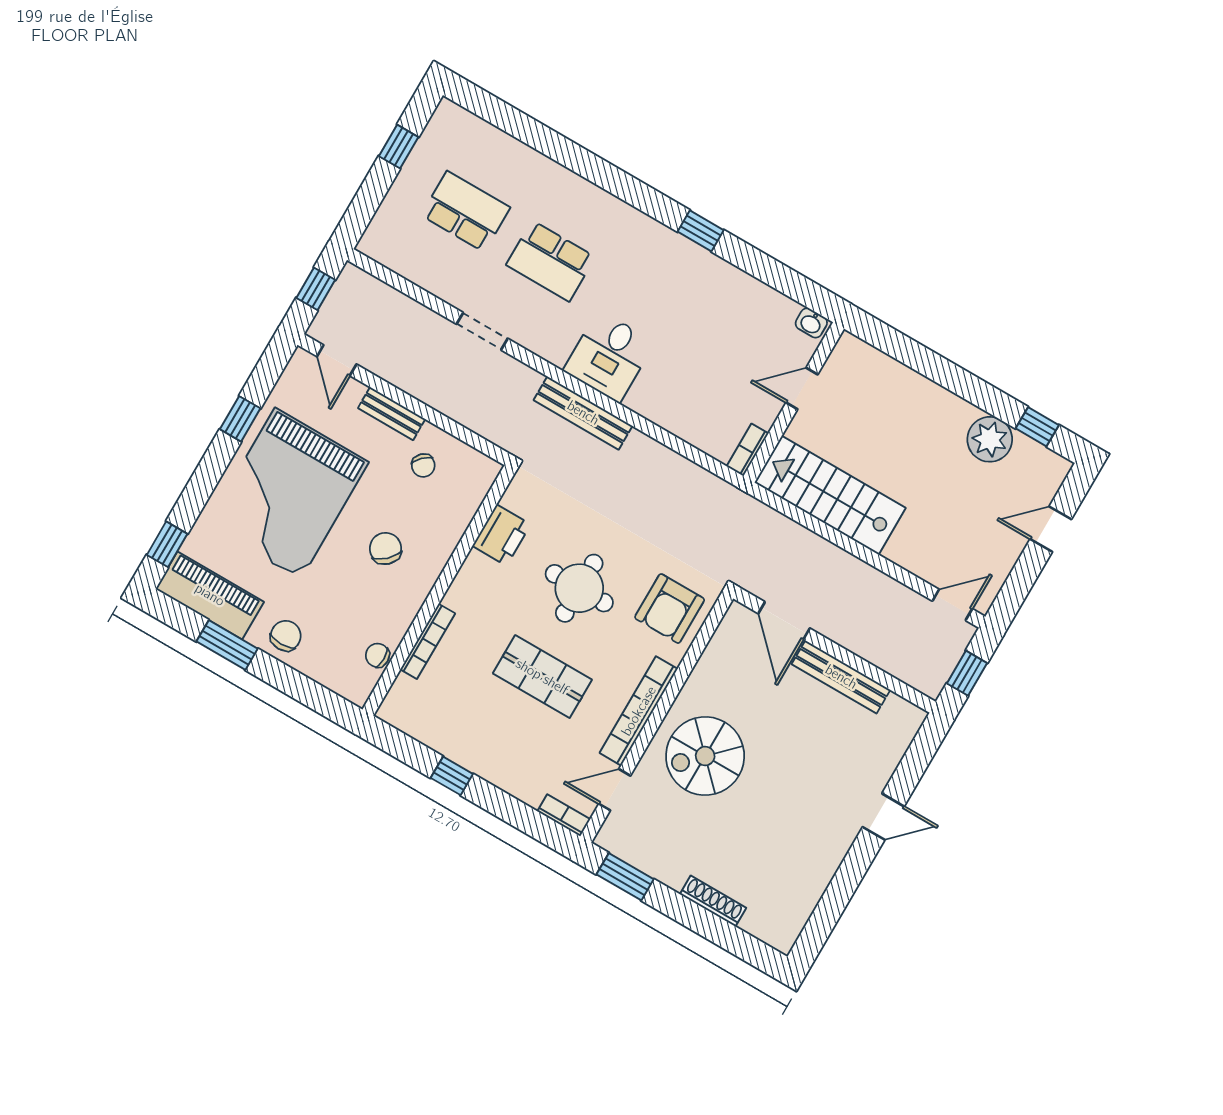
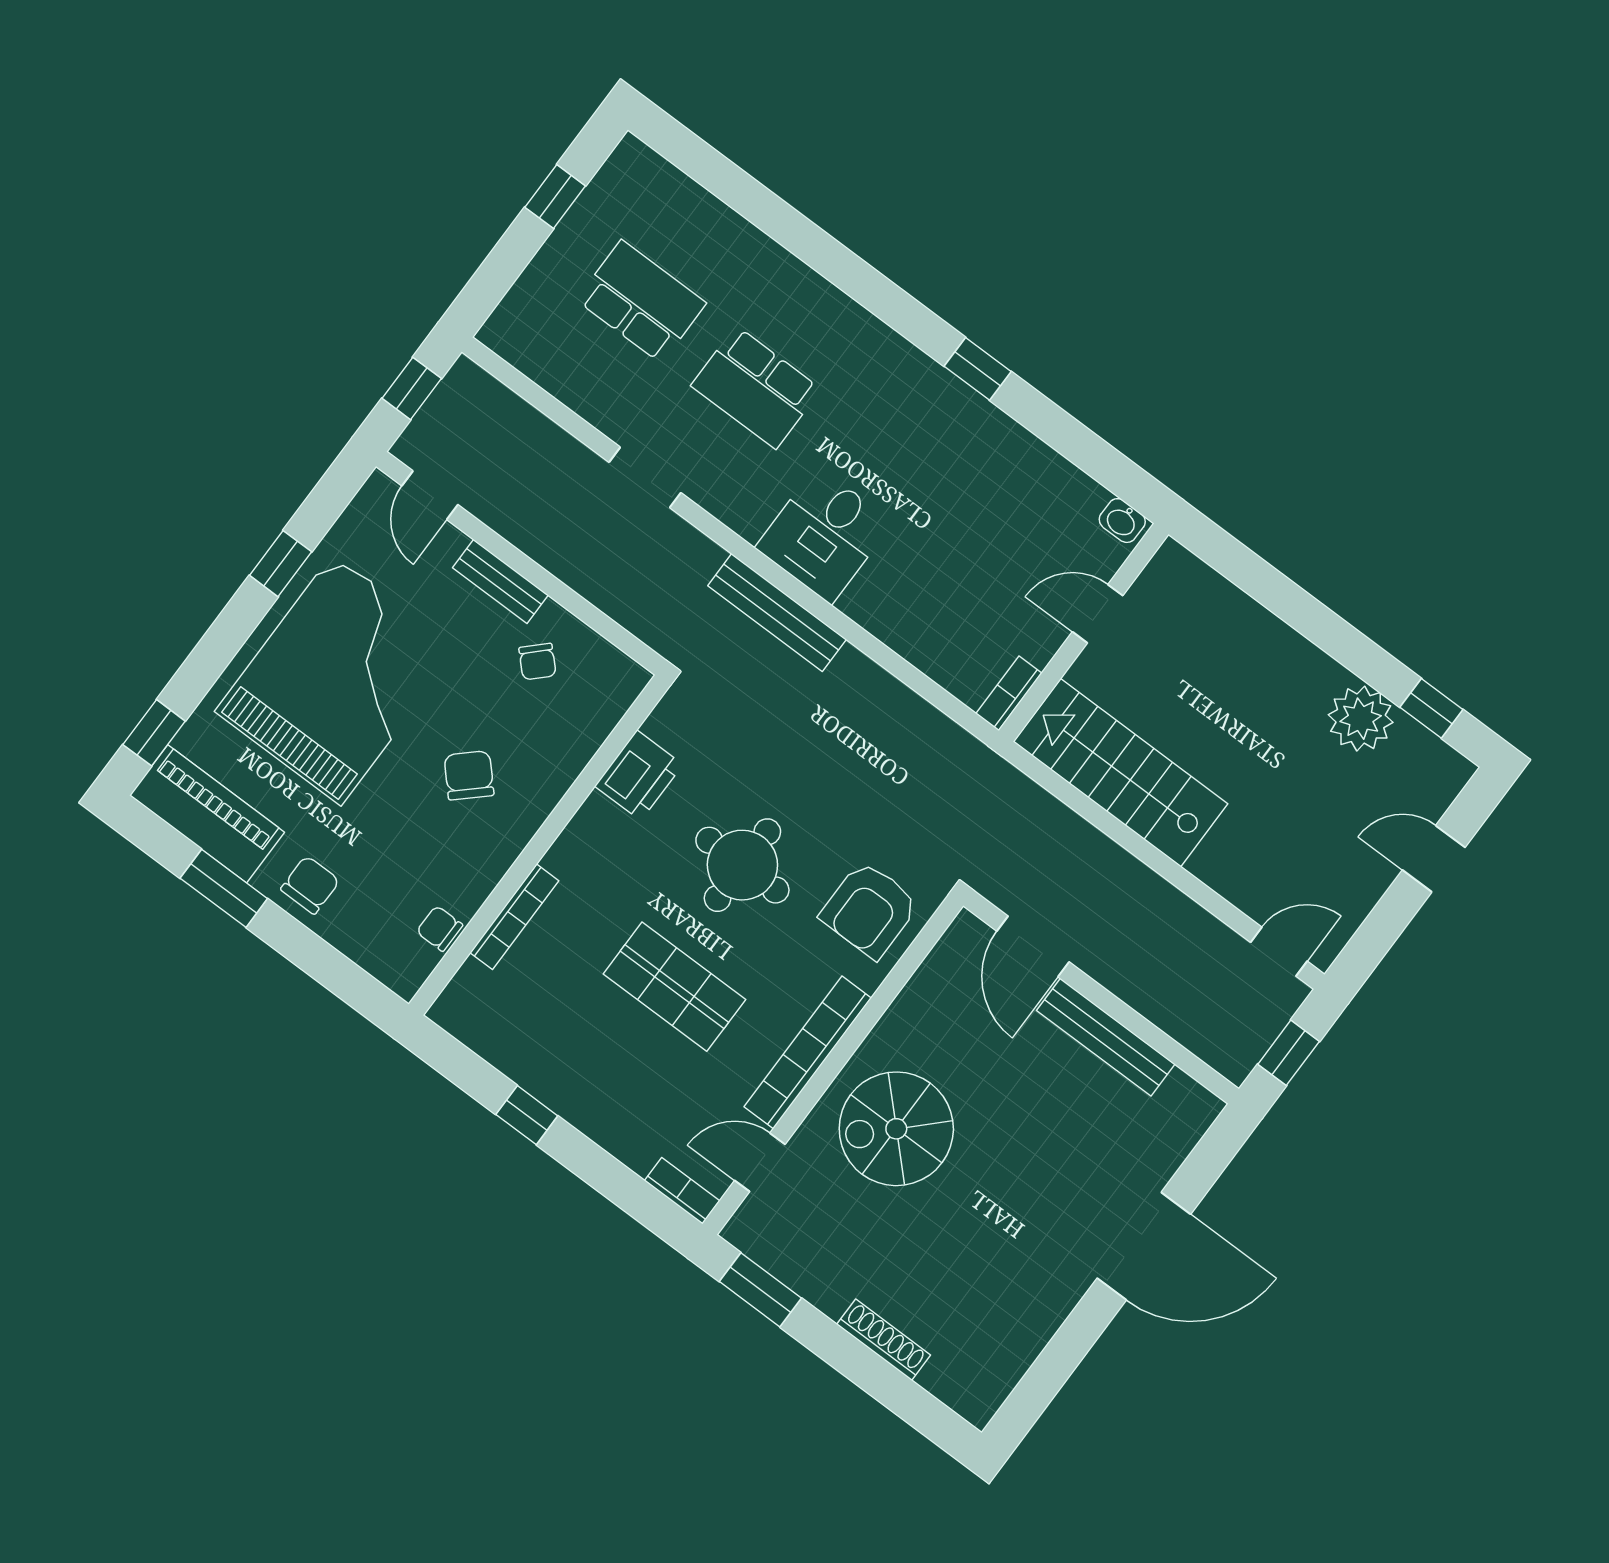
grand piano: (288, 494) -> (337, 680), turned 180
door: (883, 817) -> (1144, 1246), width x1.87

